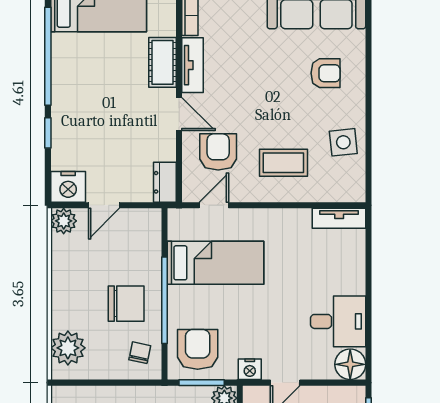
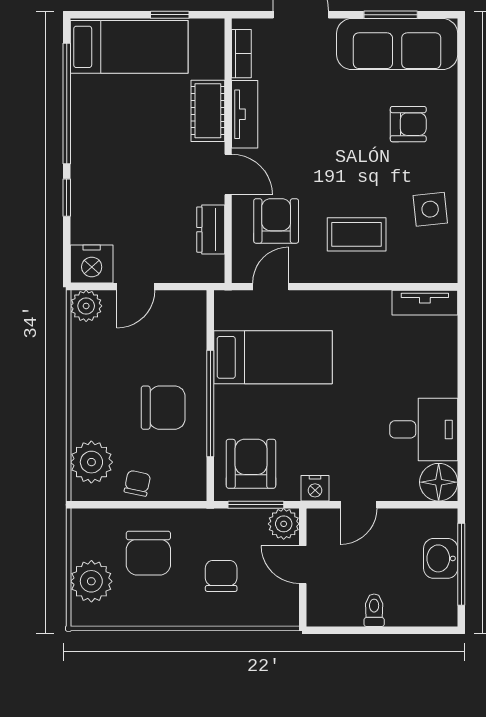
dresser: (165, 182) -> (211, 230), moved
chair: (140, 353) -> (137, 483), moved

